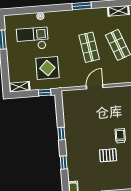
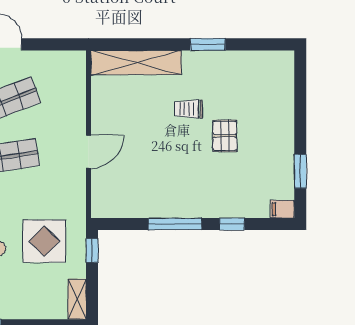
door: (95, 87) -> (88, 152), swing flipped
window: (61, 134) -> (175, 224), width x2.17

